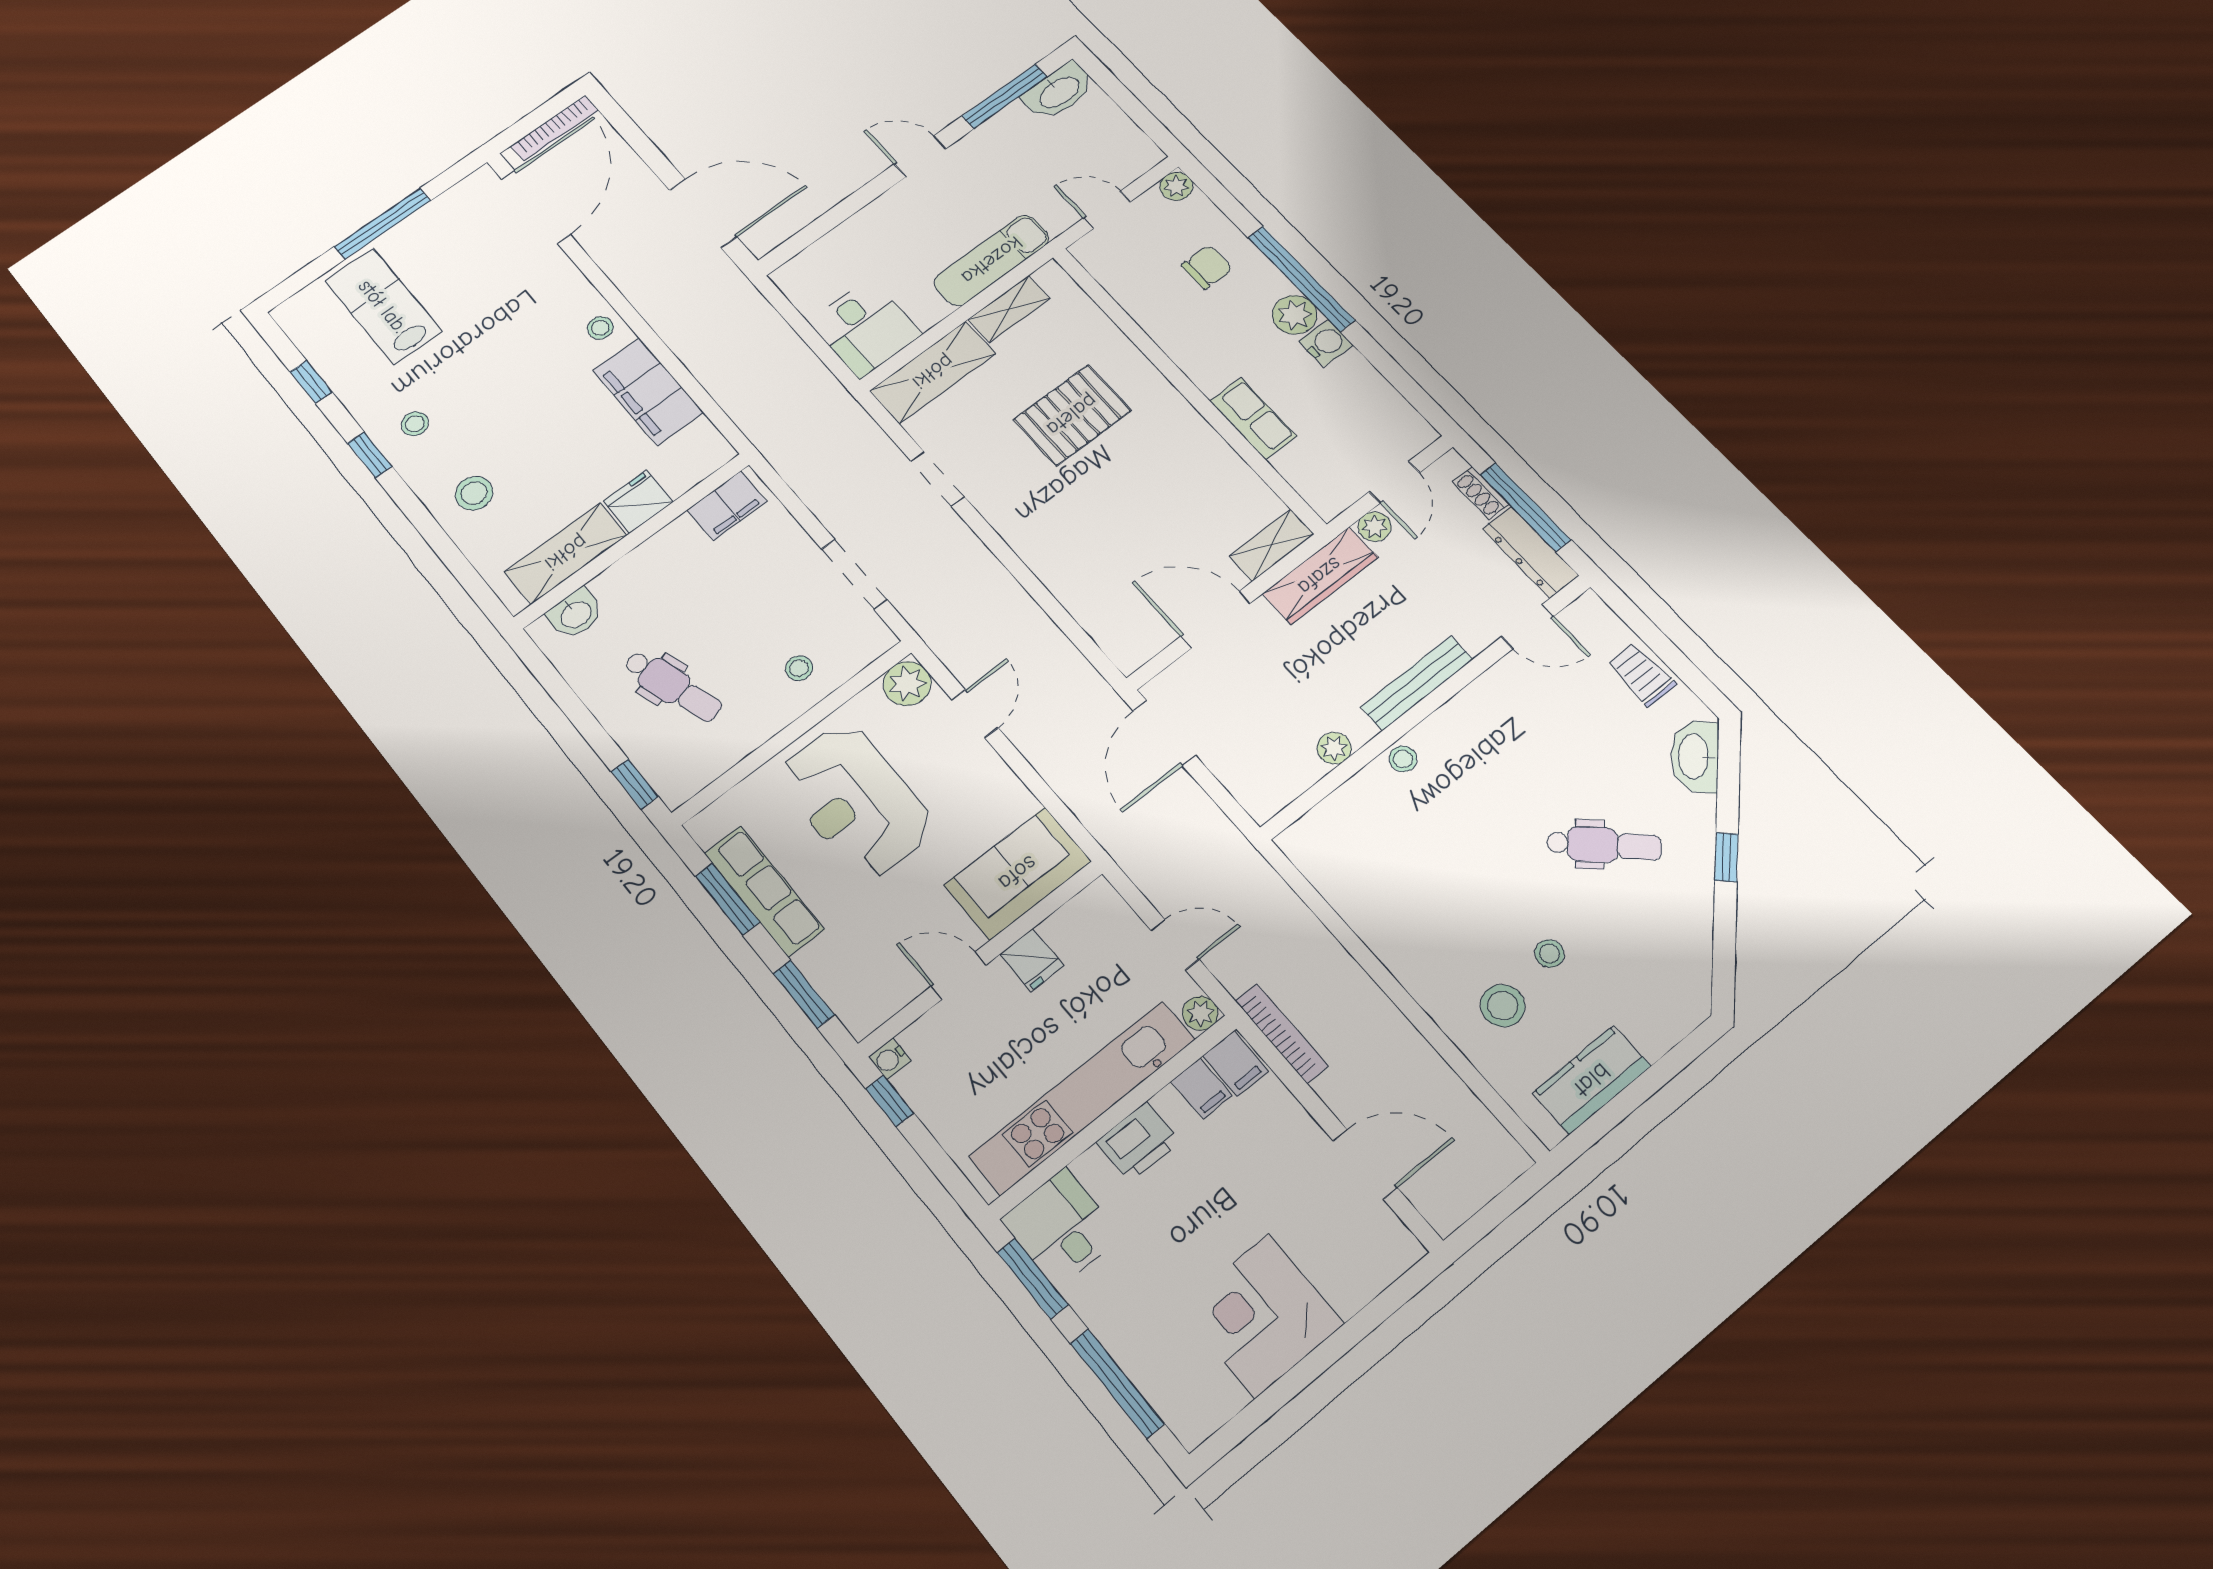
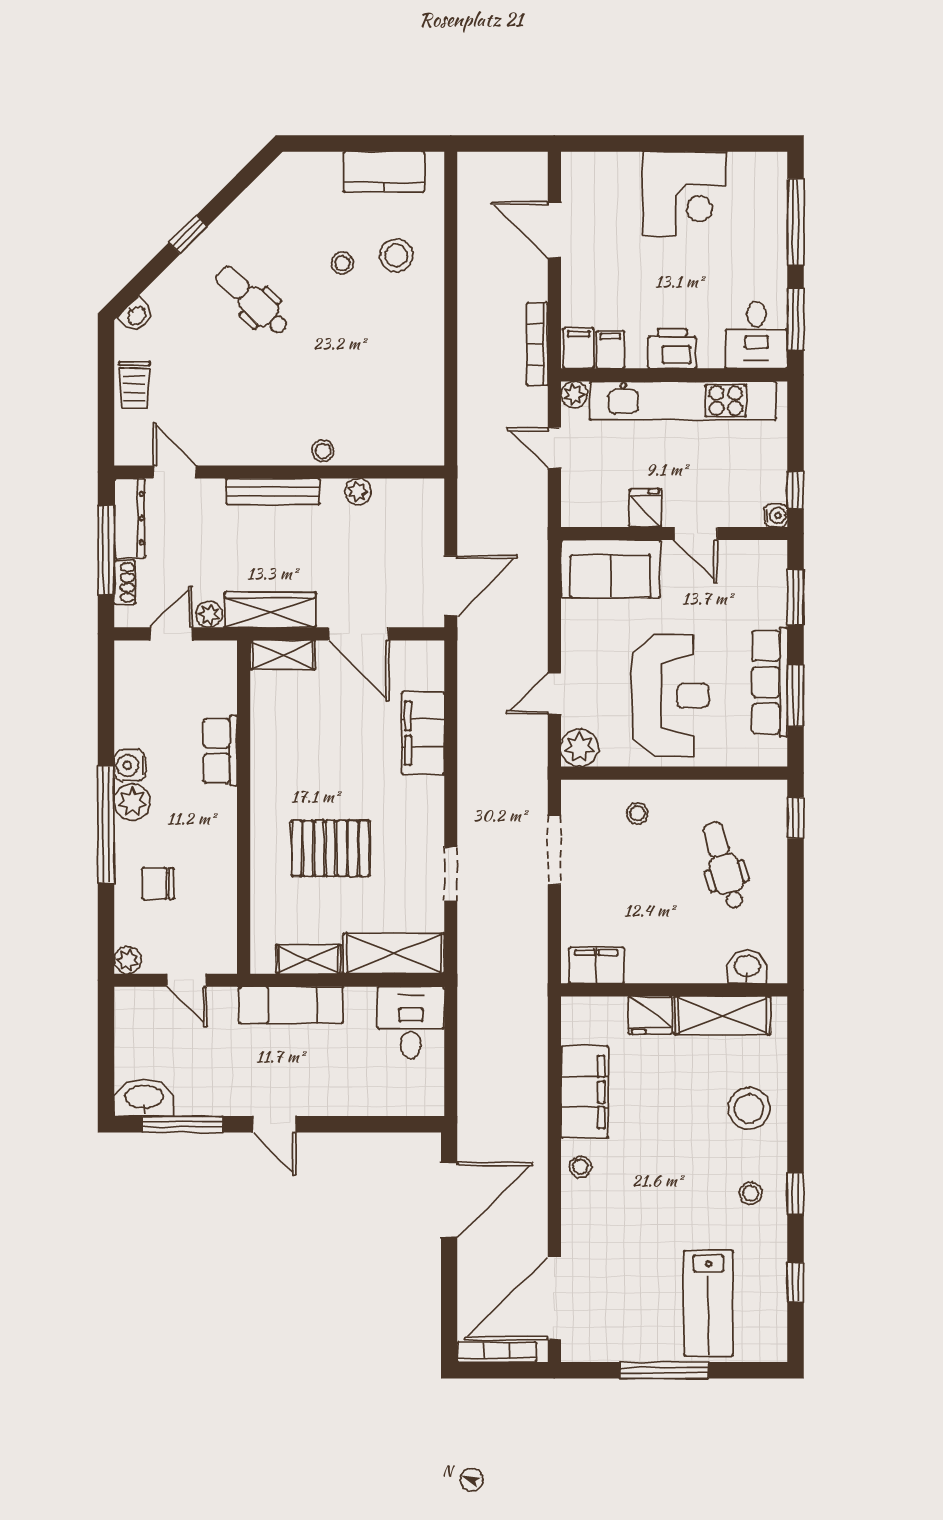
door: (703, 213) -> (449, 1200), swing flipped
stool: (474, 493) -> (749, 1109), width x1.38, depth x1.38
filing cabinet: (1073, 580) -> (423, 733), added
washbasin: (1695, 756) -> (136, 315), width x0.52, depth x0.69

